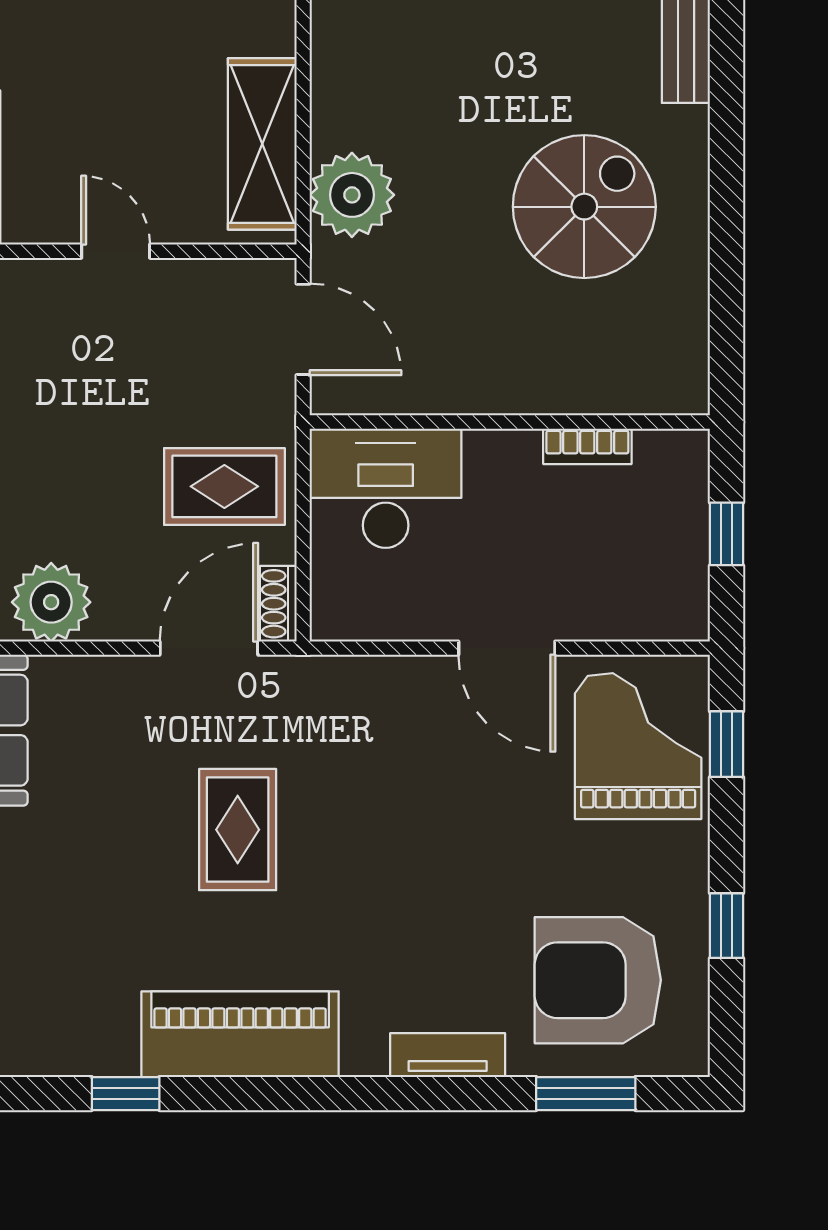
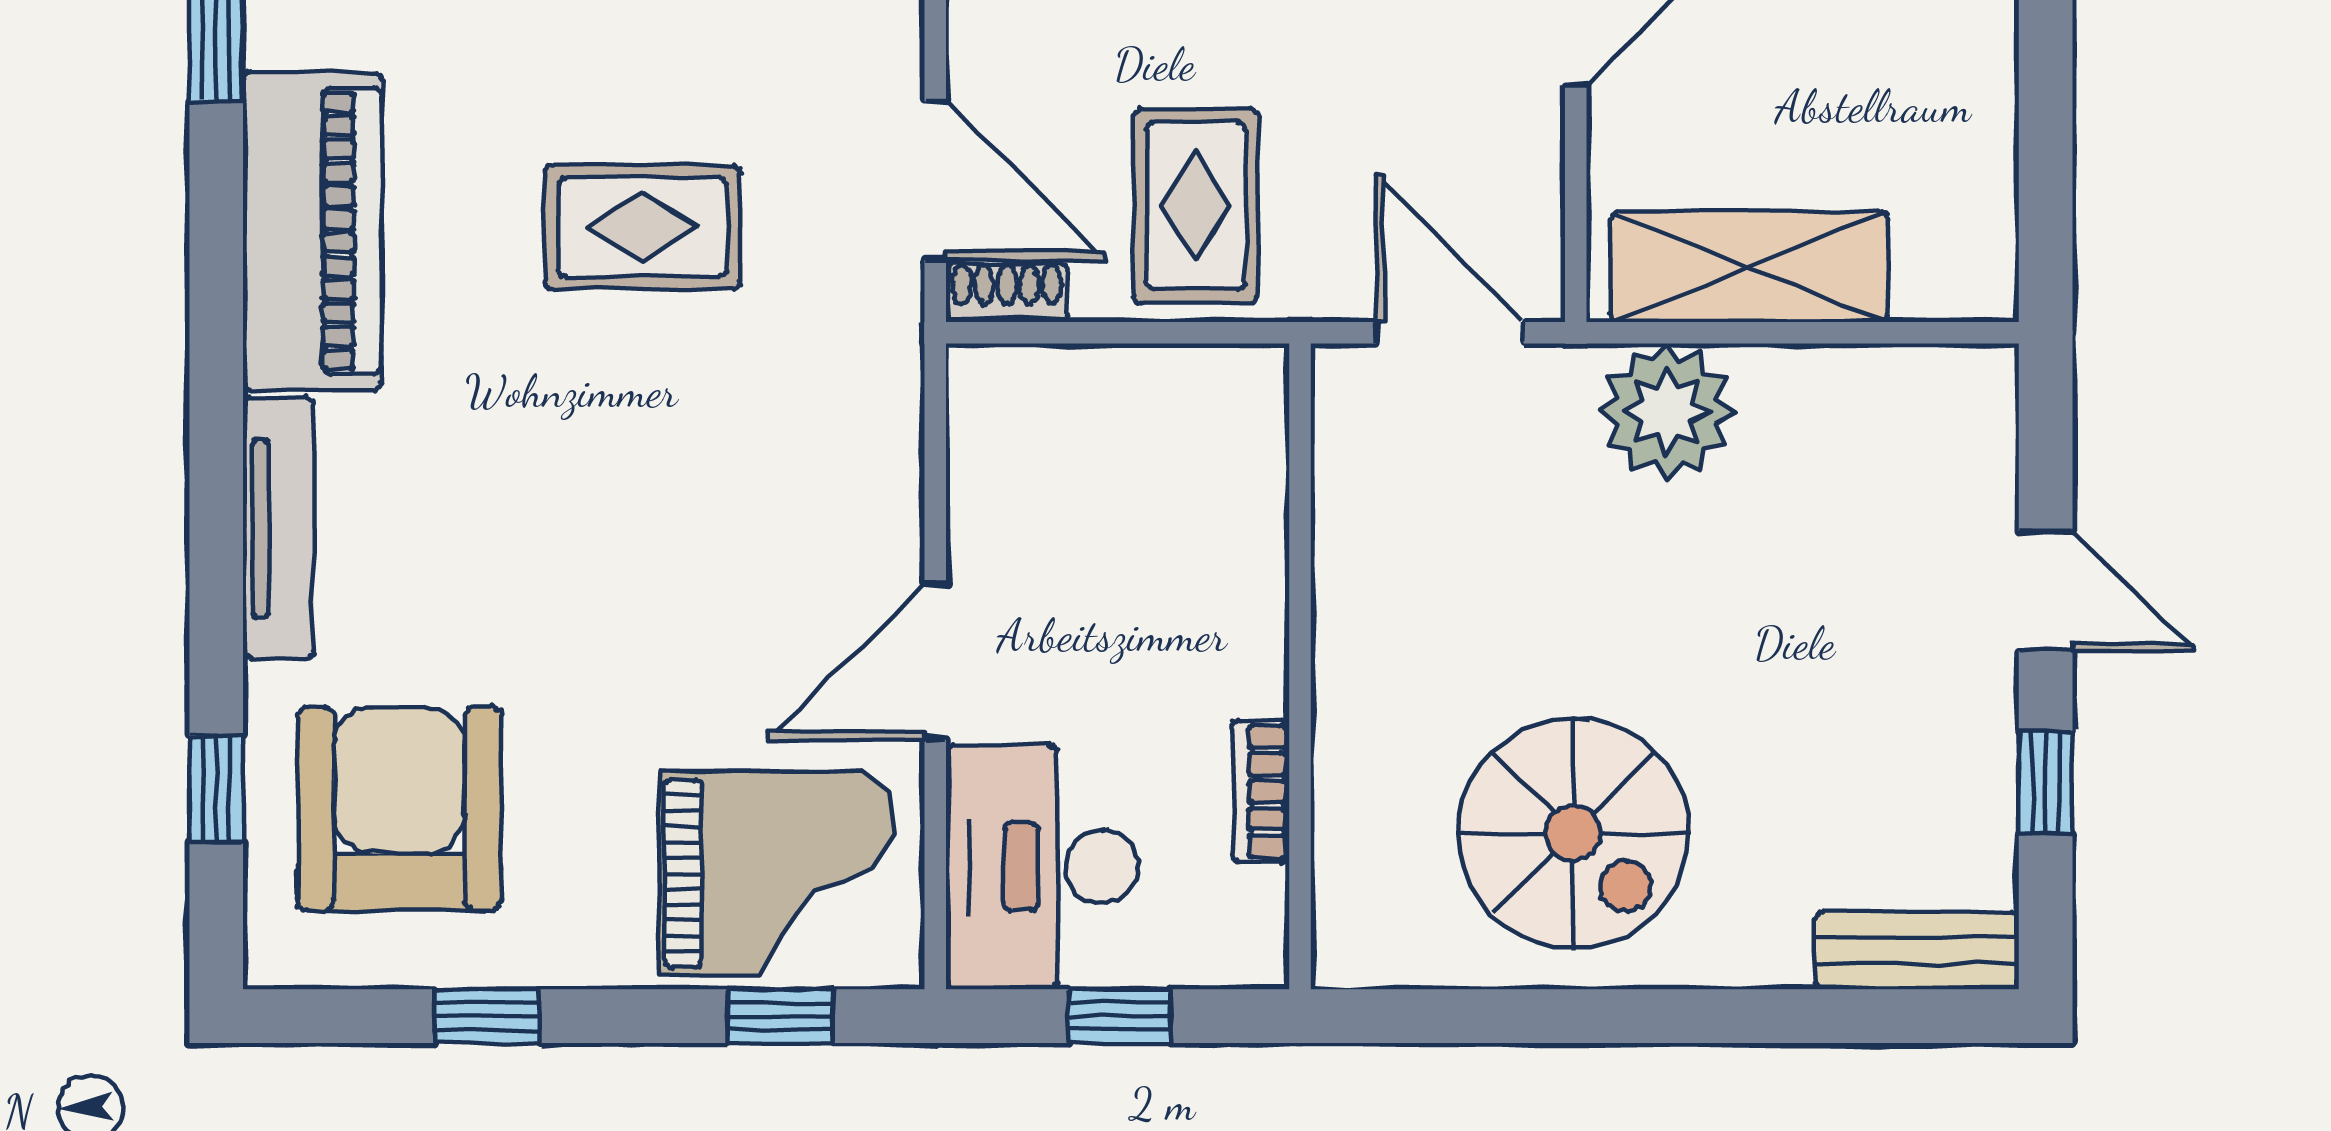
spiral stairs: (584, 207) -> (1573, 833), moved
door: (303, 329) -> (1450, 333), swing flipped
desk: (386, 488) -> (1042, 867), moved, turned 180
tv unit: (448, 1055) -> (278, 528), width x1.41
window: (586, 1094) -> (216, 789), width x0.67

